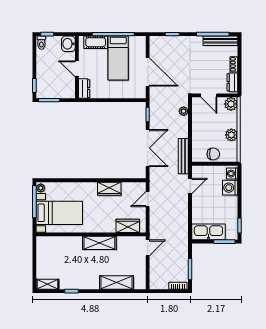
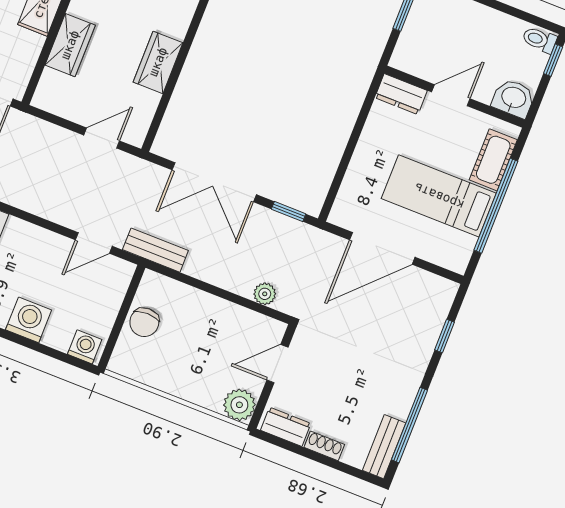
bench: (220, 41) -> (384, 447), width x0.73
plant: (231, 135) -> (171, 379), removed
bench: (183, 156) -> (155, 250), width x0.73
door: (190, 186) -> (94, 243), hinge flipped
washing machine: (230, 188) -> (29, 320), moved
door: (148, 199) -> (102, 138), hinge flipped
wardrobe: (128, 226) -> (70, 45), moved

